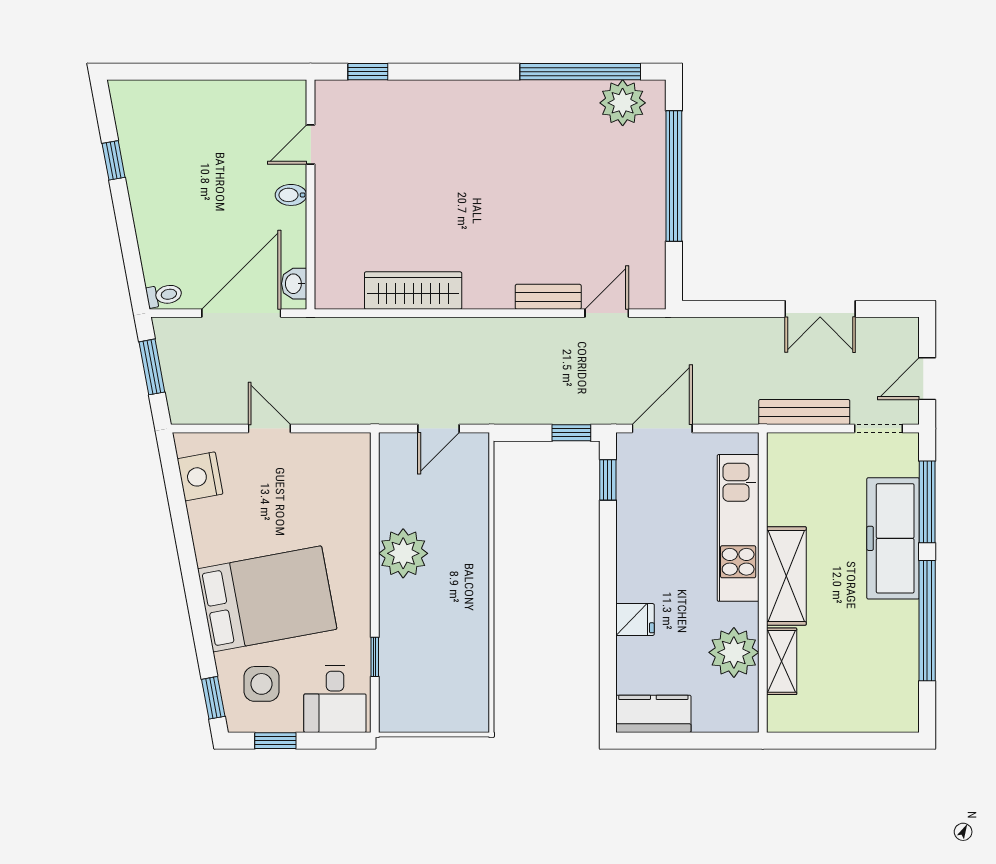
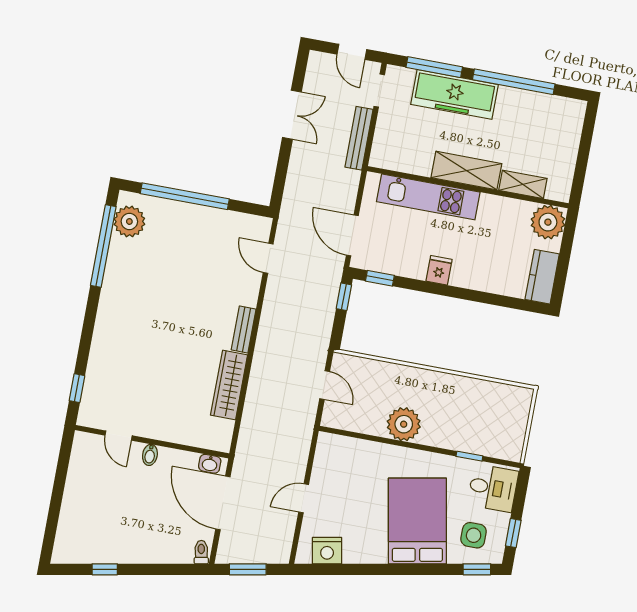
bench: (548, 297) -> (244, 330), moved
fridge: (635, 620) -> (439, 270), moved
plant: (734, 652) -> (548, 222), moved

